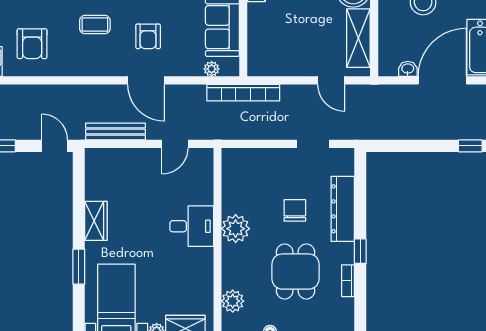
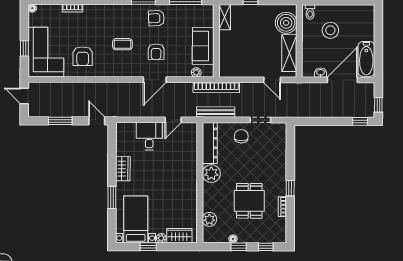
door: (146, 80) -> (155, 80), hinge flipped
bench: (115, 131) -> (216, 112), moved
dresser: (343, 209) -> (210, 143), moved, turned 180
chair: (295, 210) -> (241, 136), moved
desk: (192, 226) -> (149, 136), moved, turned -90

